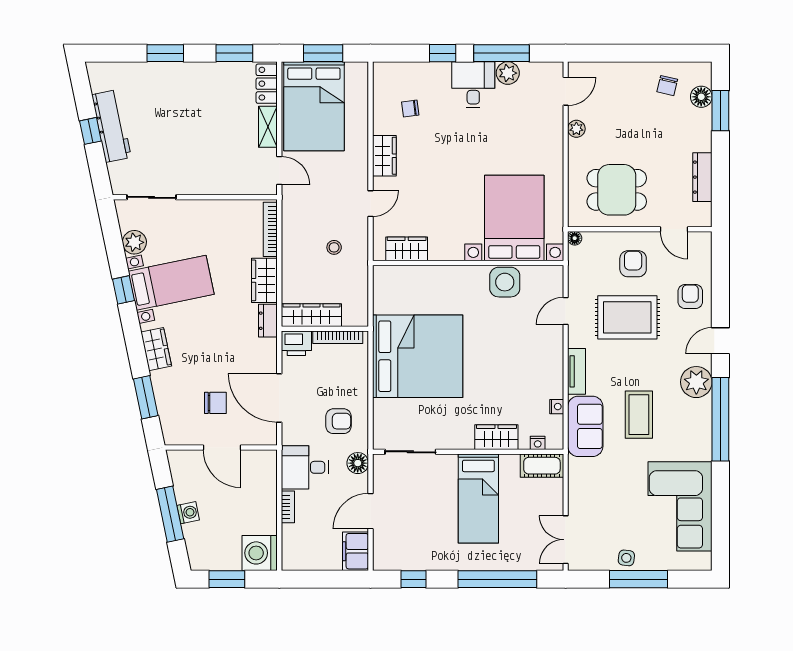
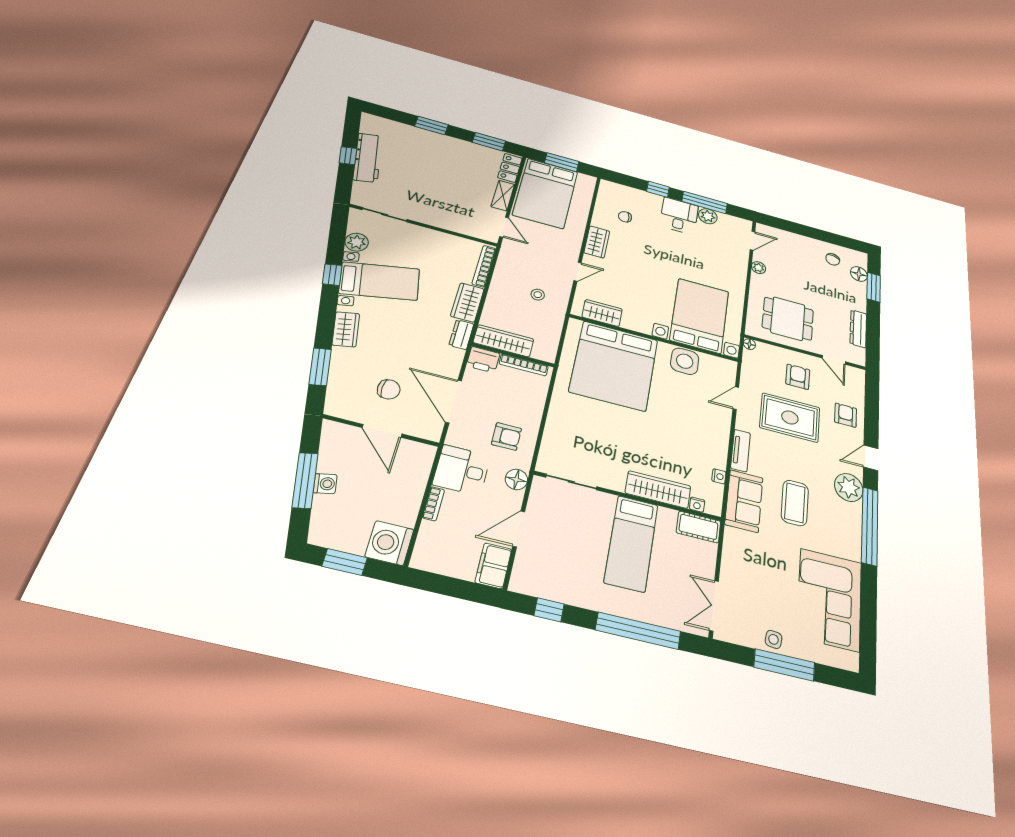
bed: (418, 356) -> (614, 366), moved, turned 90
wardrobe: (496, 437) -> (658, 490), width x1.50

